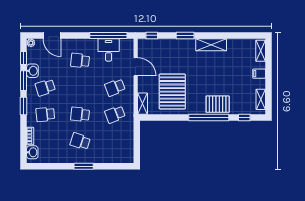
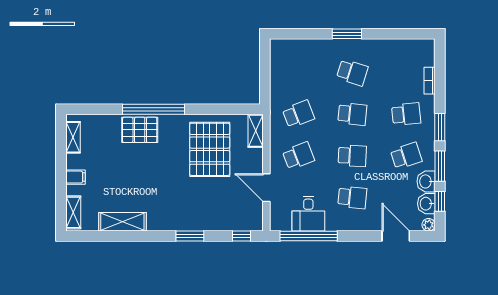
shelving: (211, 45) -> (122, 222), moved
school desk: (80, 87) -> (352, 156), added
window: (244, 118) -> (99, 109), removed
washbasin: (32, 152) -> (426, 204), moved

